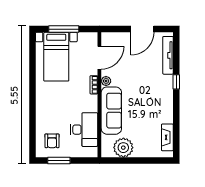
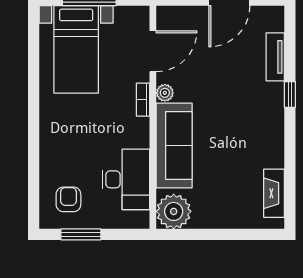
tv unit: (168, 55) -> (275, 57), width x0.71
armchair: (52, 141) -> (68, 199), turned 180
plant: (123, 148) -> (174, 211), moved

